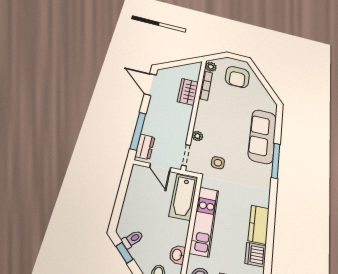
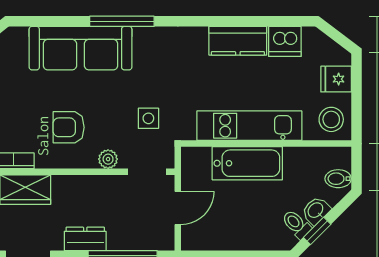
armchair: (219, 120) -> (69, 127), added
dresser: (145, 147) -> (85, 239), moved
bathtub: (184, 197) -> (247, 163), moved
washbasin: (177, 255) -> (316, 211), moved, turned 135

